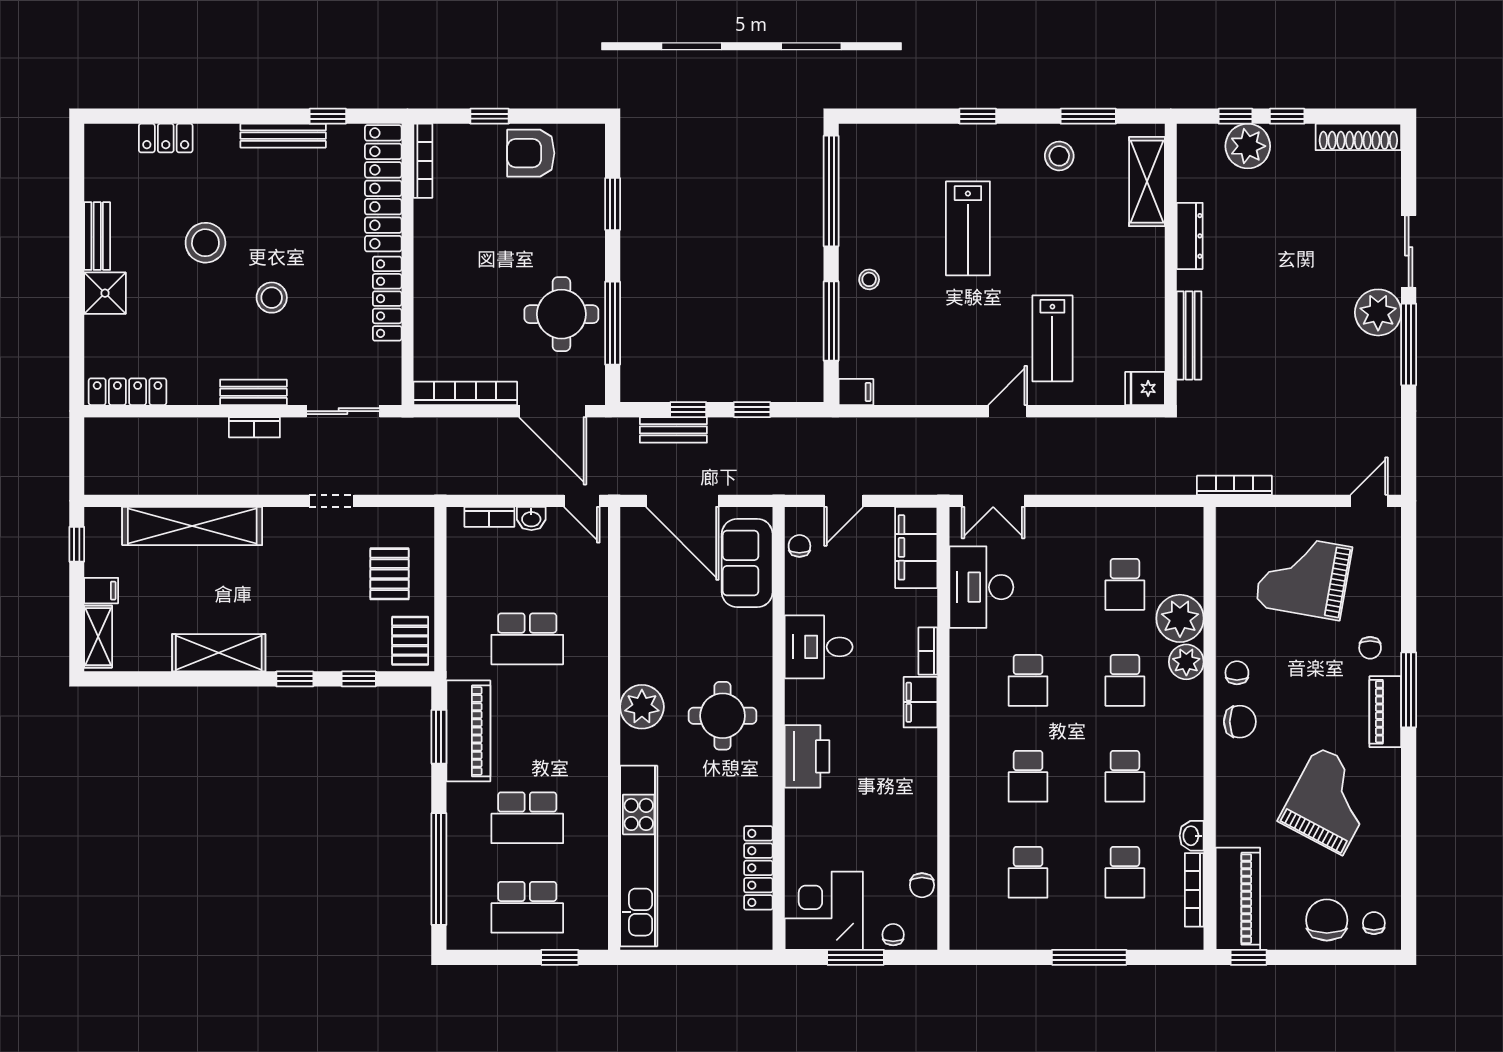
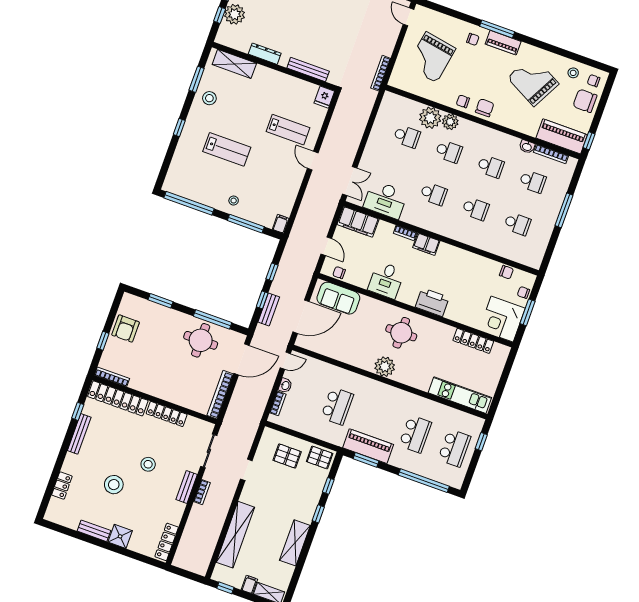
kitchen unit: (639, 856) -> (460, 395), width x0.73
stool: (1375, 876) -> (573, 73), added

